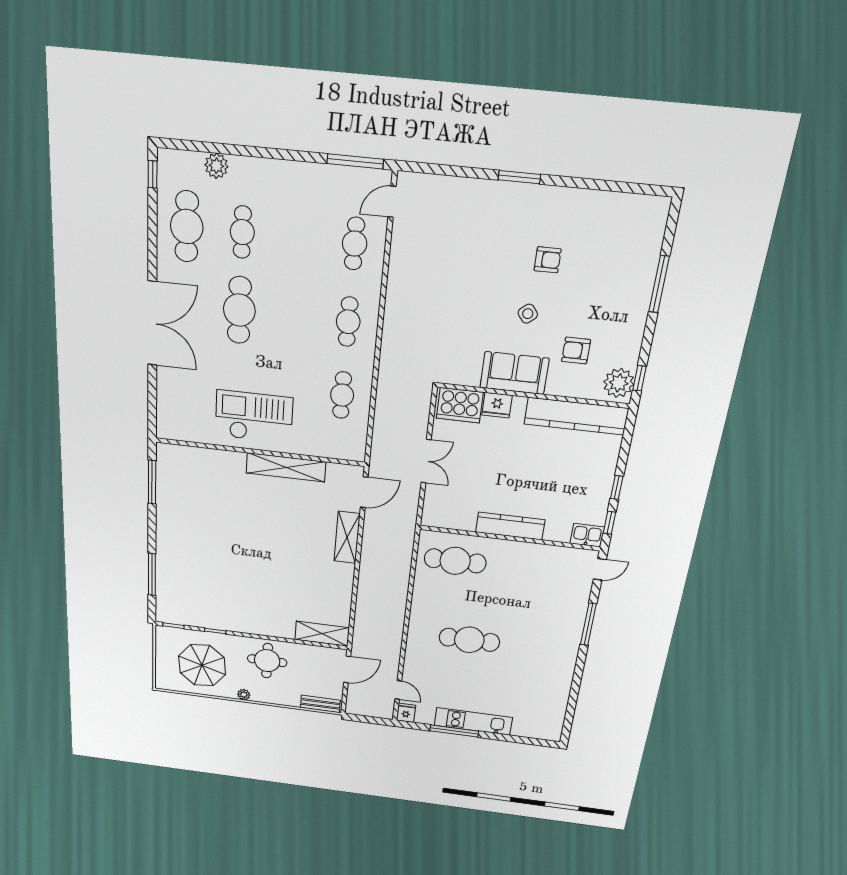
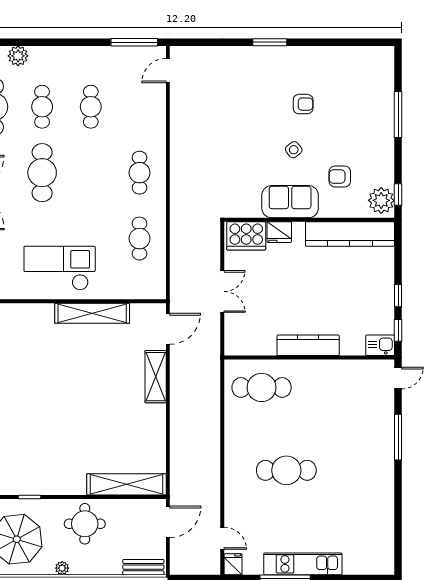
cafe table: (355, 244) -> (91, 107), moved
shelving: (322, 634) -> (127, 484), width x1.47

